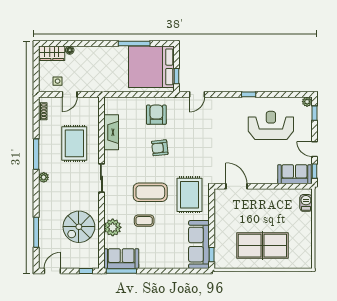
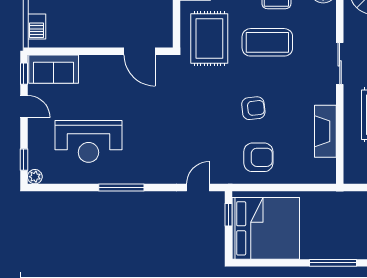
window: (134, 44) -> (333, 263), moved
window: (249, 94) -> (121, 188), width x2.17
armchair: (156, 115) -> (258, 157), turned -90

